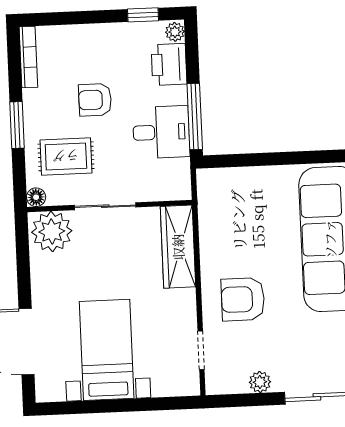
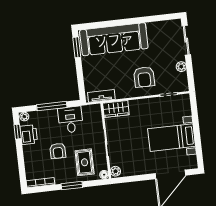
printer: (169, 64) -> (29, 135), moved, turned -90
window: (195, 116) -> (52, 106), moved
window: (318, 157) -> (77, 47), added
tv unit: (208, 203) -> (101, 96), added
plant: (52, 231) -> (115, 171), width x0.53, depth x0.53
wardrobe: (178, 247) -> (116, 109), width x0.67

